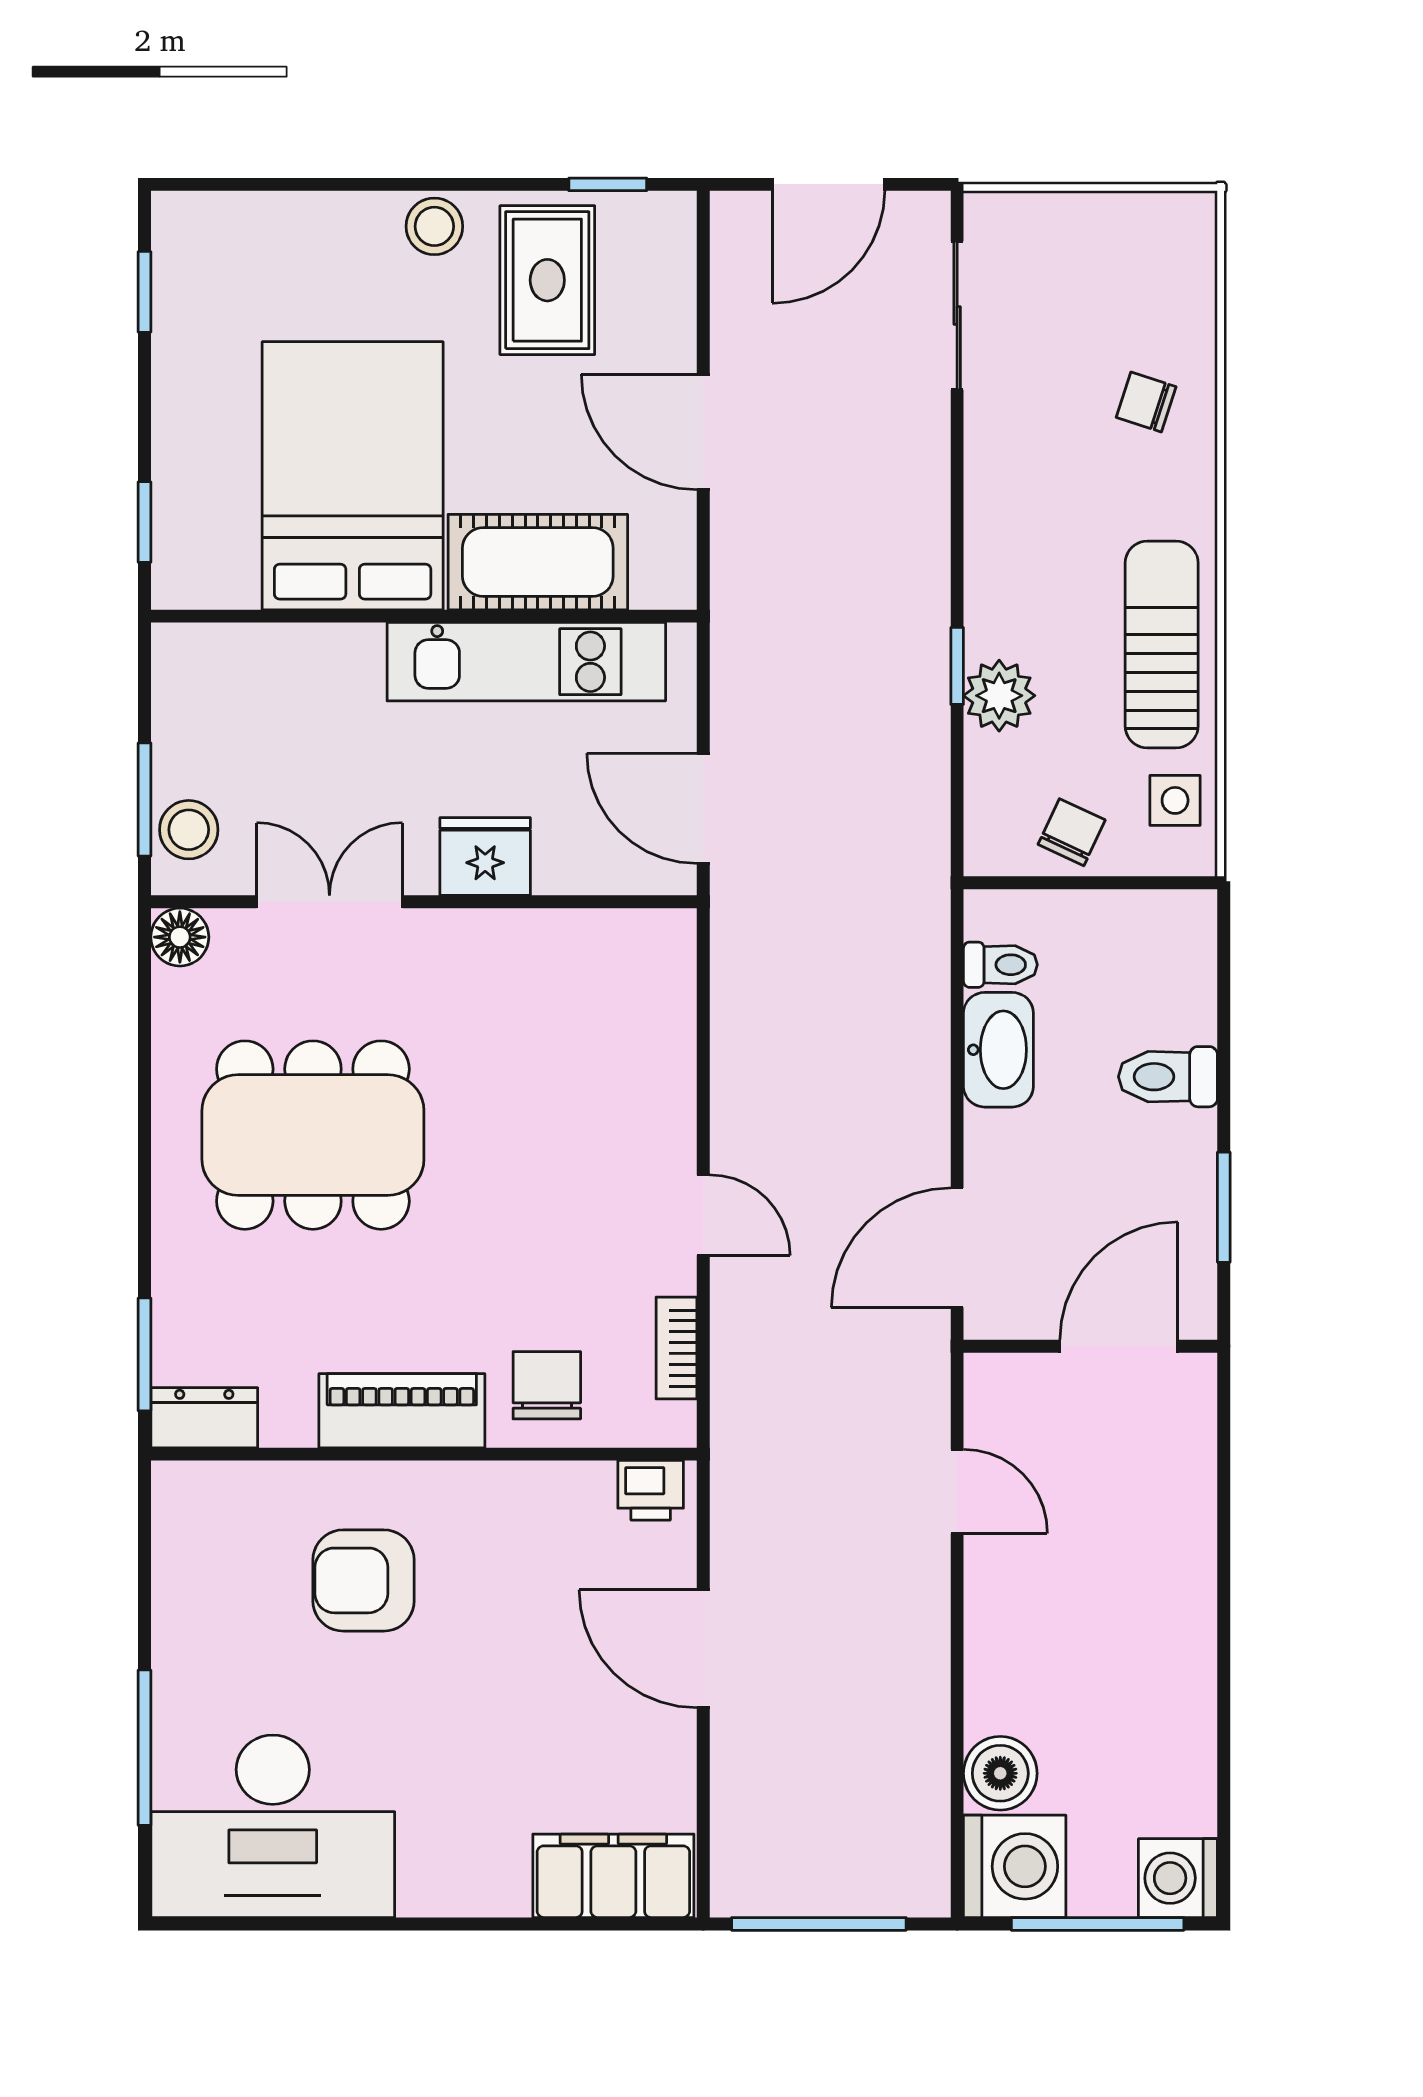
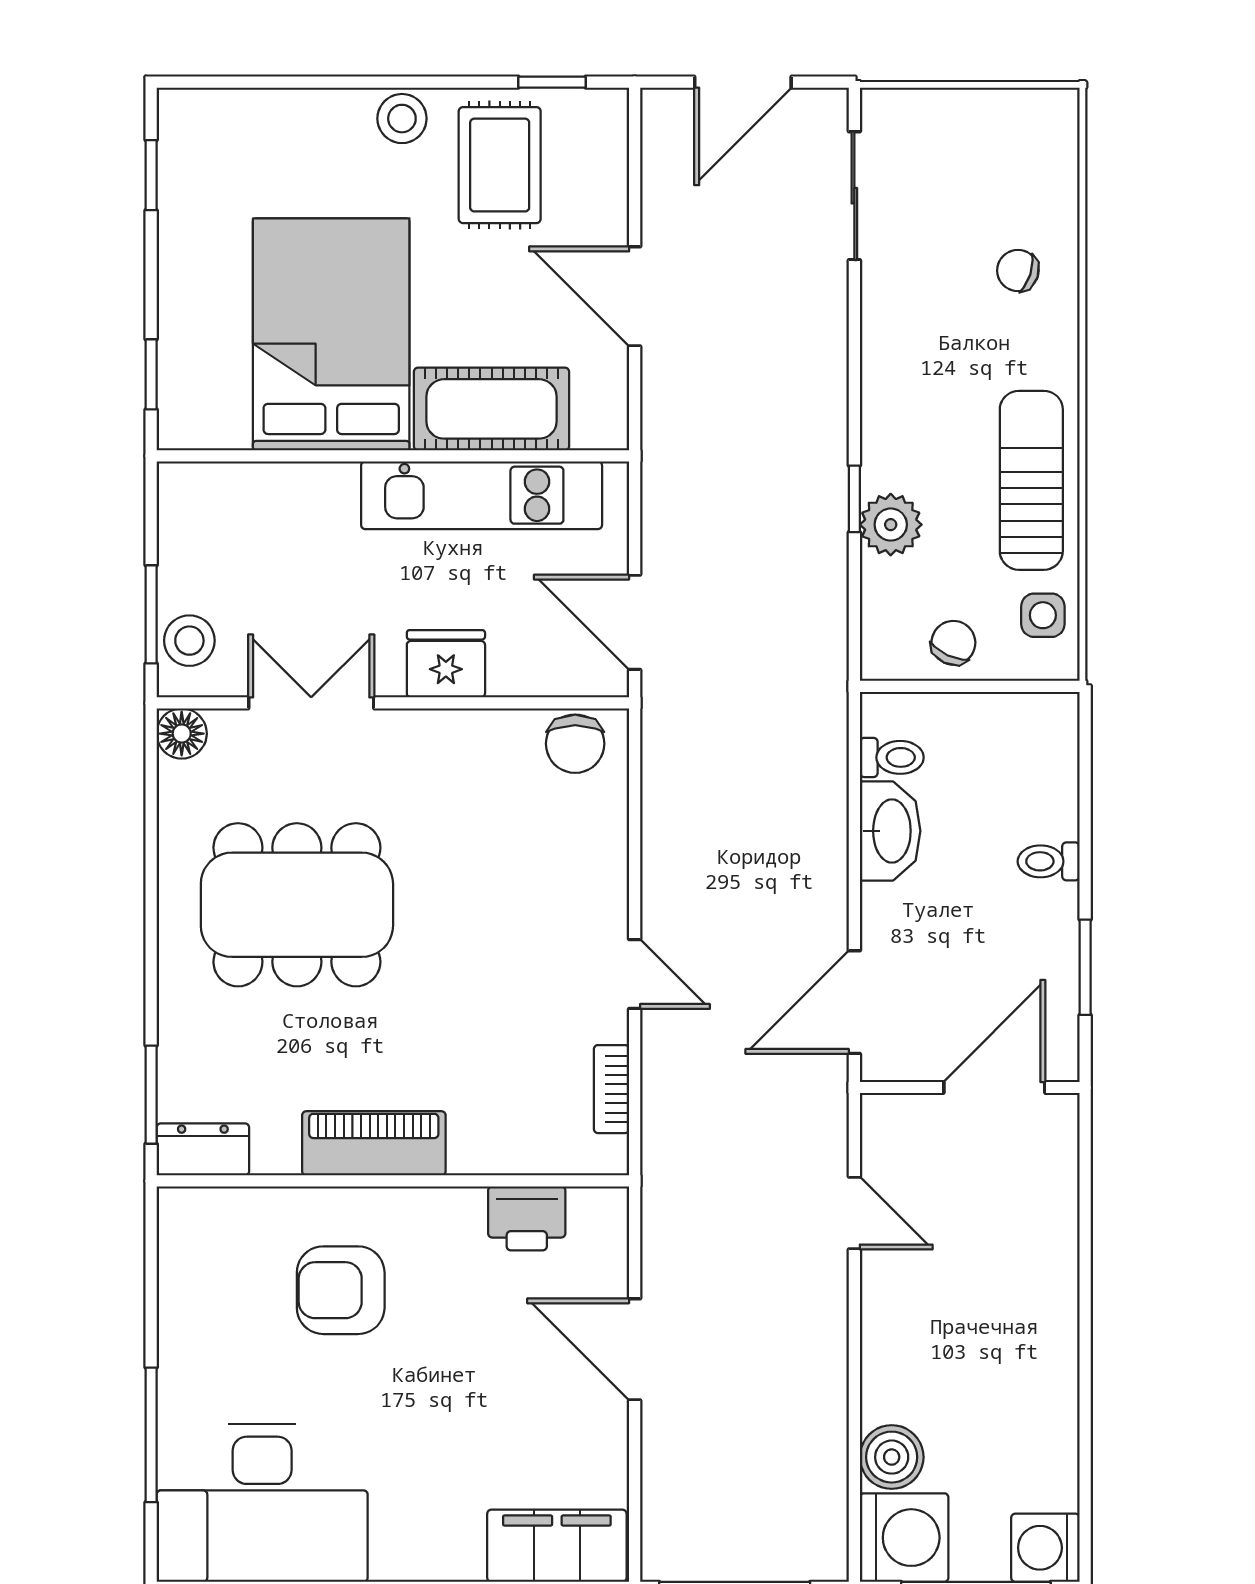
toilet: (1168, 1077) -> (1049, 861), width x0.73, depth x0.72
chair: (547, 1385) -> (575, 744), moved, turned 180
printer: (651, 1490) -> (527, 1218), moved, width x1.36, depth x1.24

